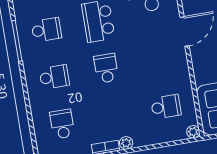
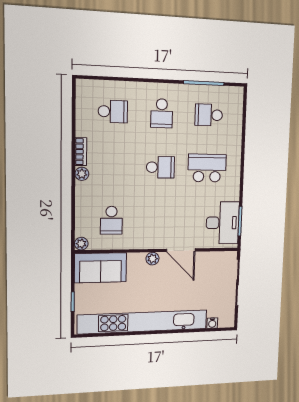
school desk: (46, 30) -> (209, 115), turned 90
plant: (197, 59) -> (152, 259), added

